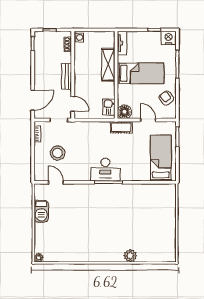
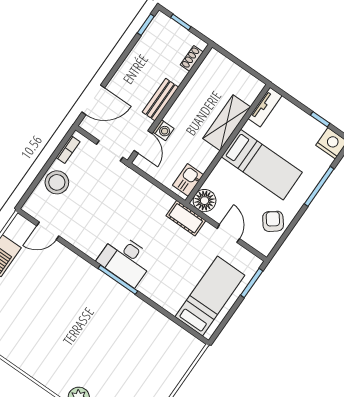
washing machine: (79, 37) -> (163, 130), moved
stool: (58, 153) -> (57, 182), moved
door: (56, 182) -> (48, 231), swing flipped

